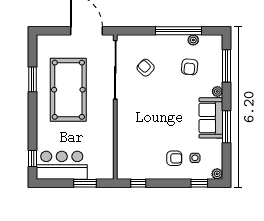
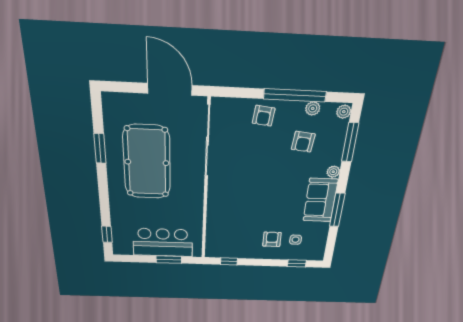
armchair: (146, 68) -> (264, 116), moved, turned -127
armchair: (174, 158) -> (272, 239), turned -90
bar counter: (62, 165) -> (163, 243), moved
plant: (217, 174) -> (344, 112), moved

